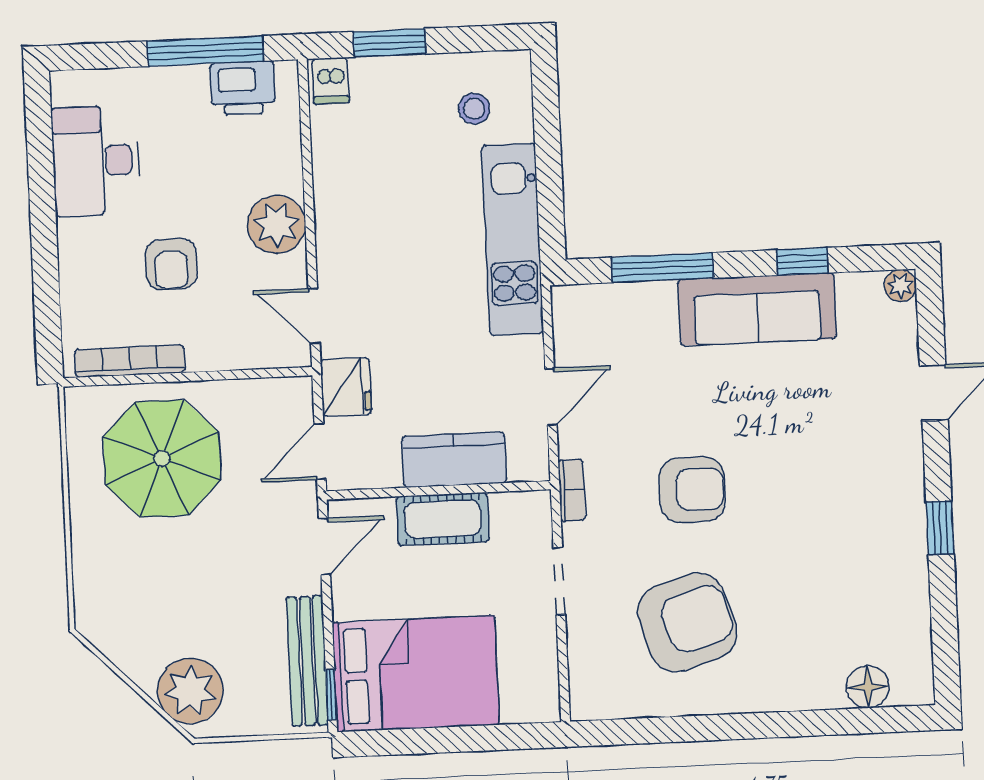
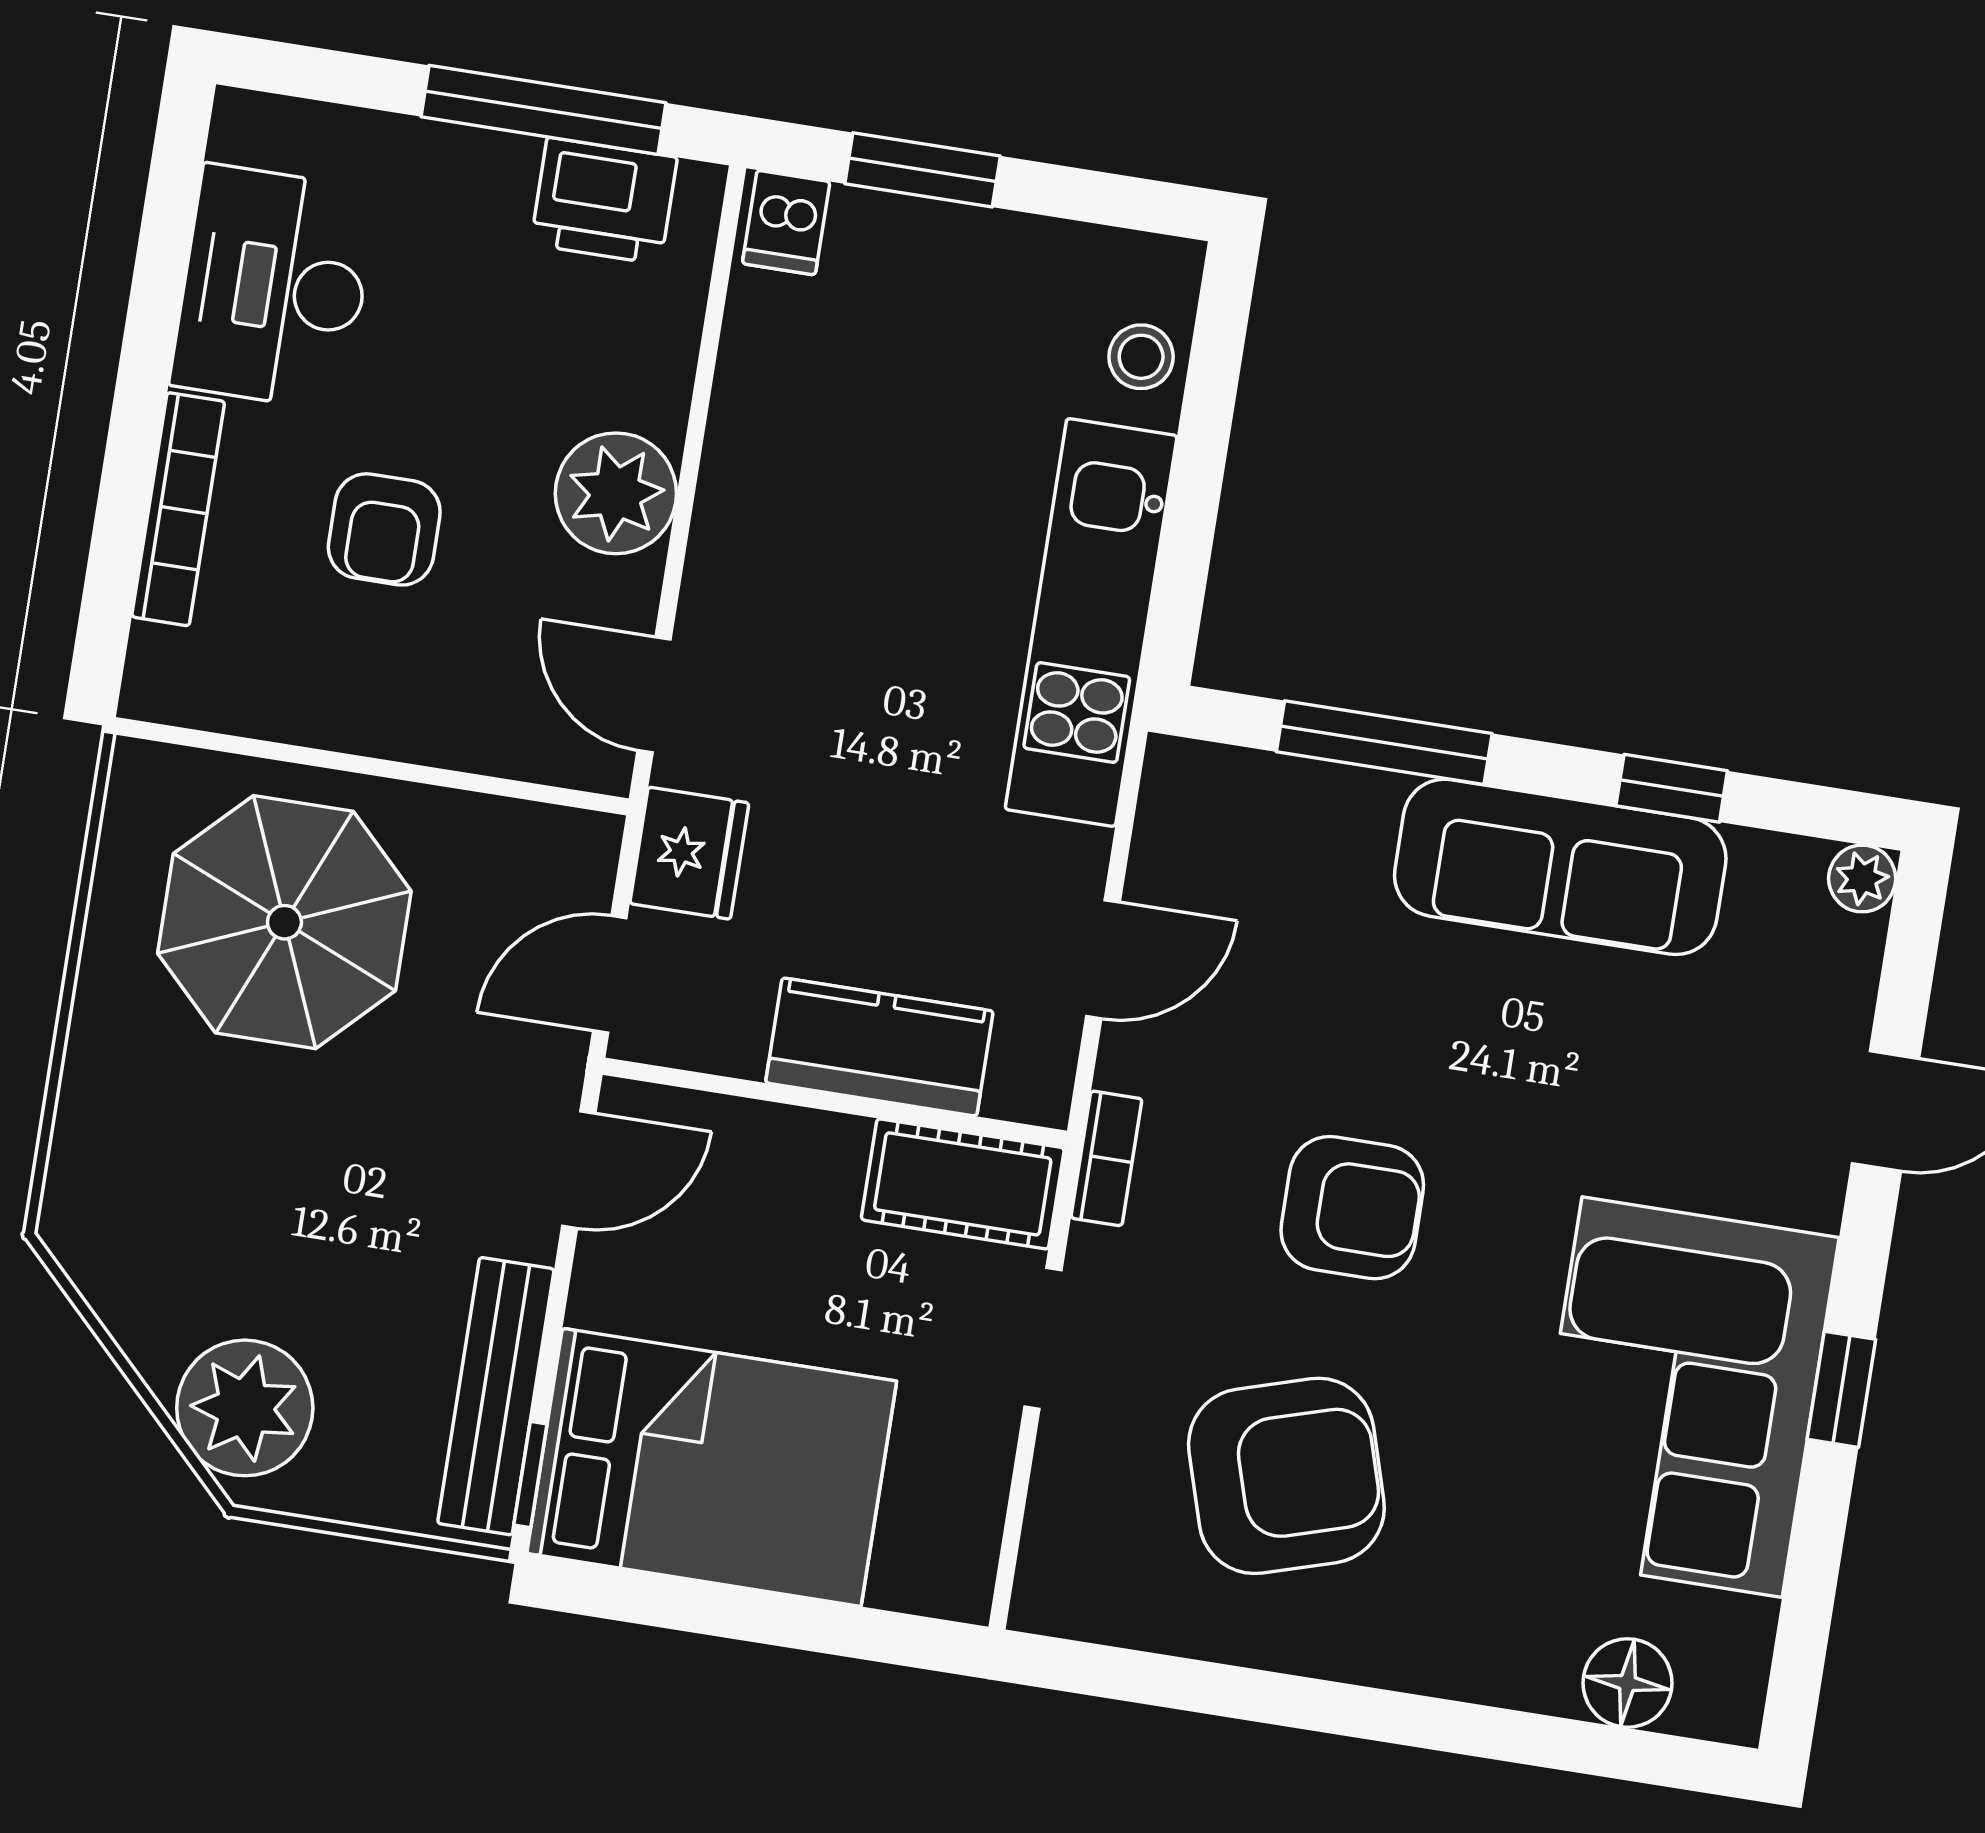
stool: (474, 109) -> (1141, 357), moved
bookcase: (130, 361) -> (178, 509), moved, turned 90
cot: (443, 519) -> (963, 1184), moved
corner sofa: (866, 547) -> (1682, 1397), added

